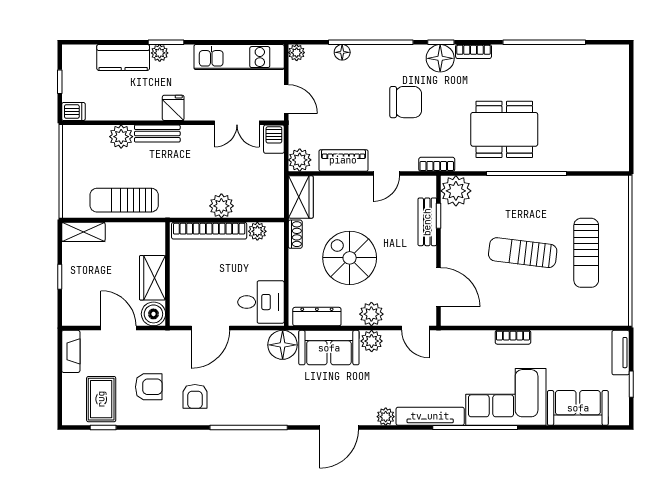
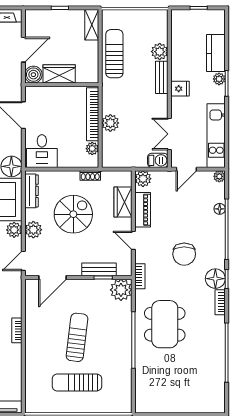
dishwasher: (73, 112) -> (177, 18), removed
wardrobe: (301, 197) -> (123, 202), moved, turned 90

